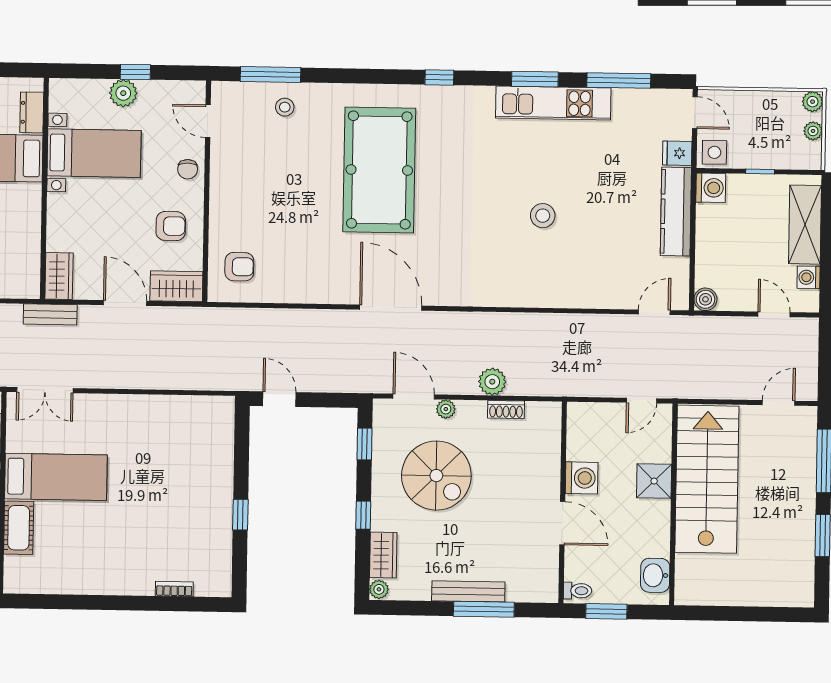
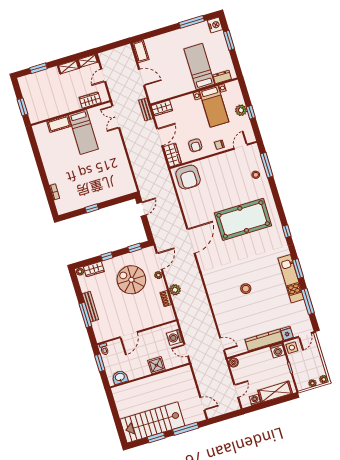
armchair: (239, 267) -> (188, 177), width x1.88, depth x1.88
spiral stairs: (436, 476) -> (131, 280), turned 90
washing machine: (582, 478) -> (175, 338), moved, turned 90
stairs: (707, 479) -> (152, 422), moved, turned 180

